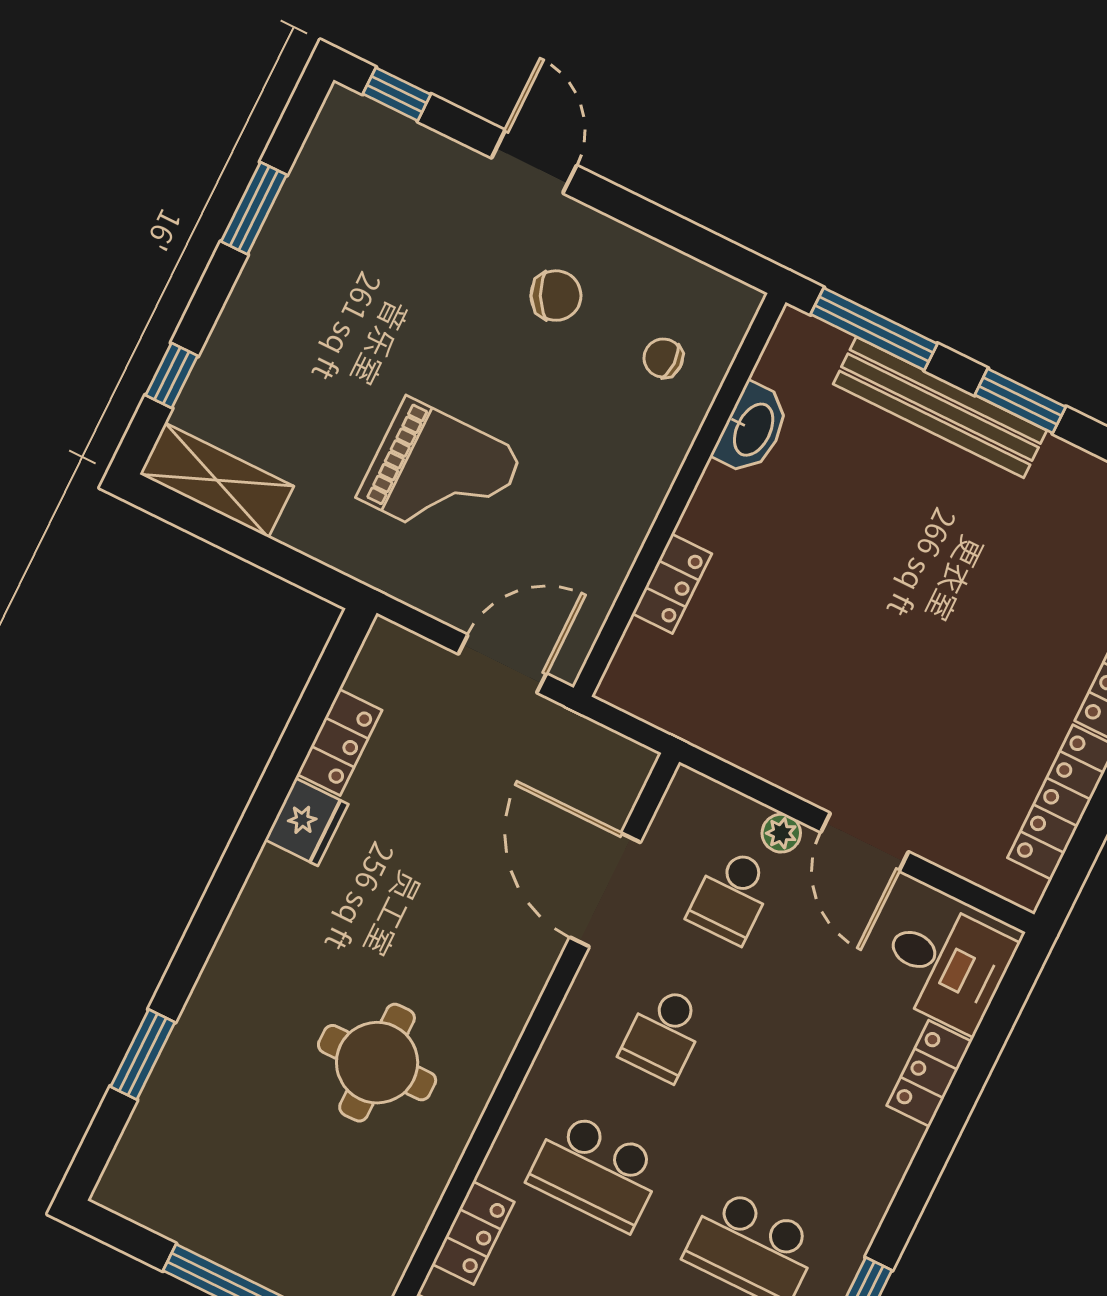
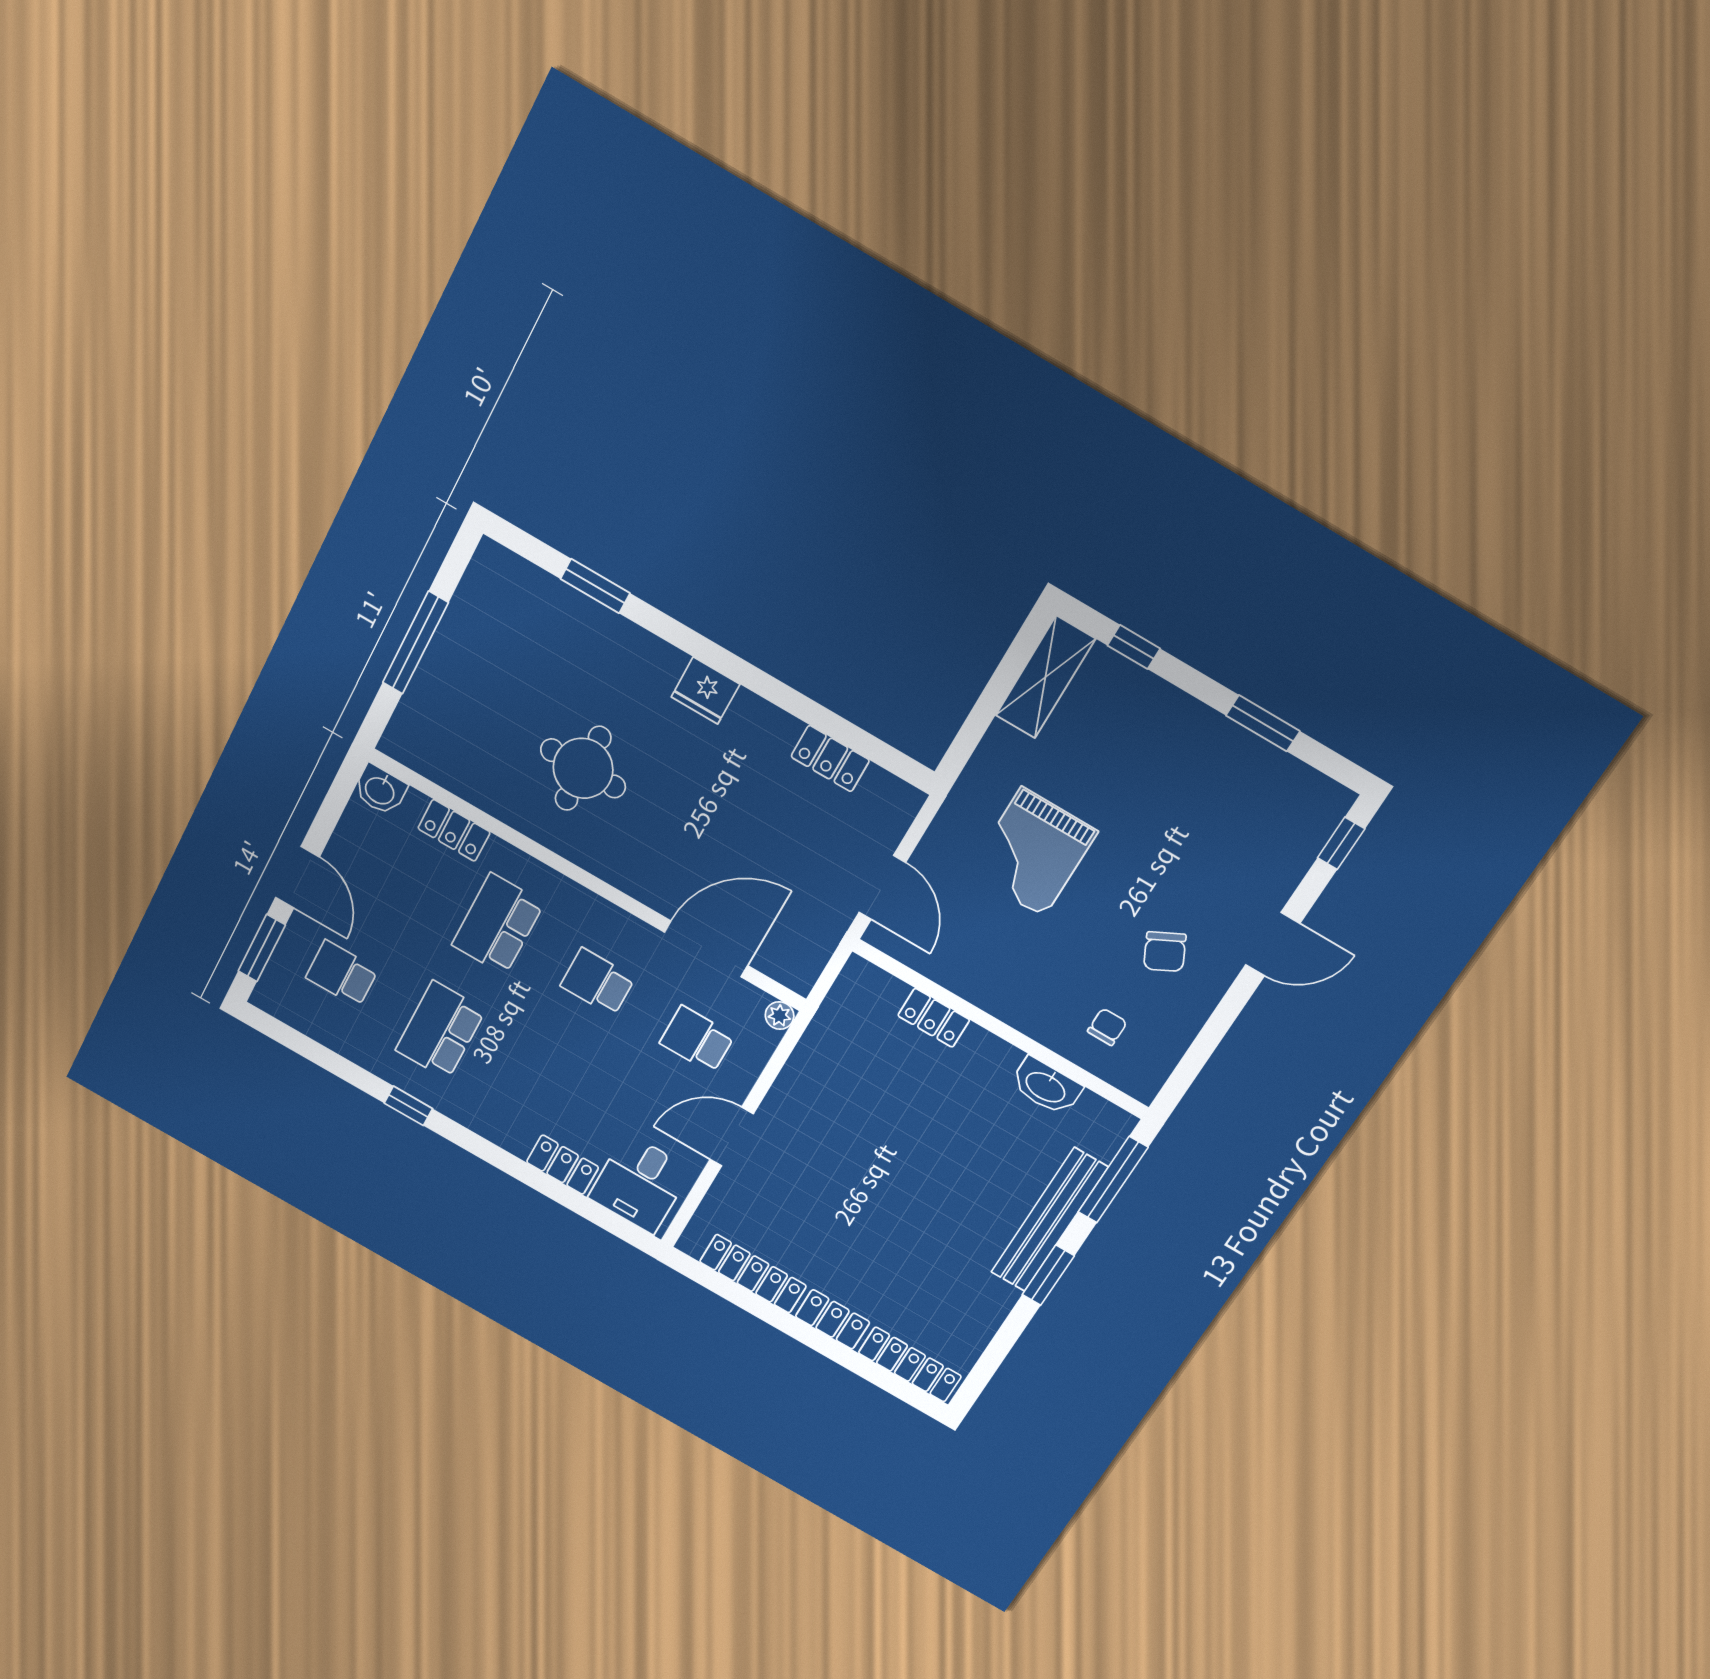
fridge: (307, 822) -> (705, 691), moved
plant: (781, 833) -> (780, 1016), moved

